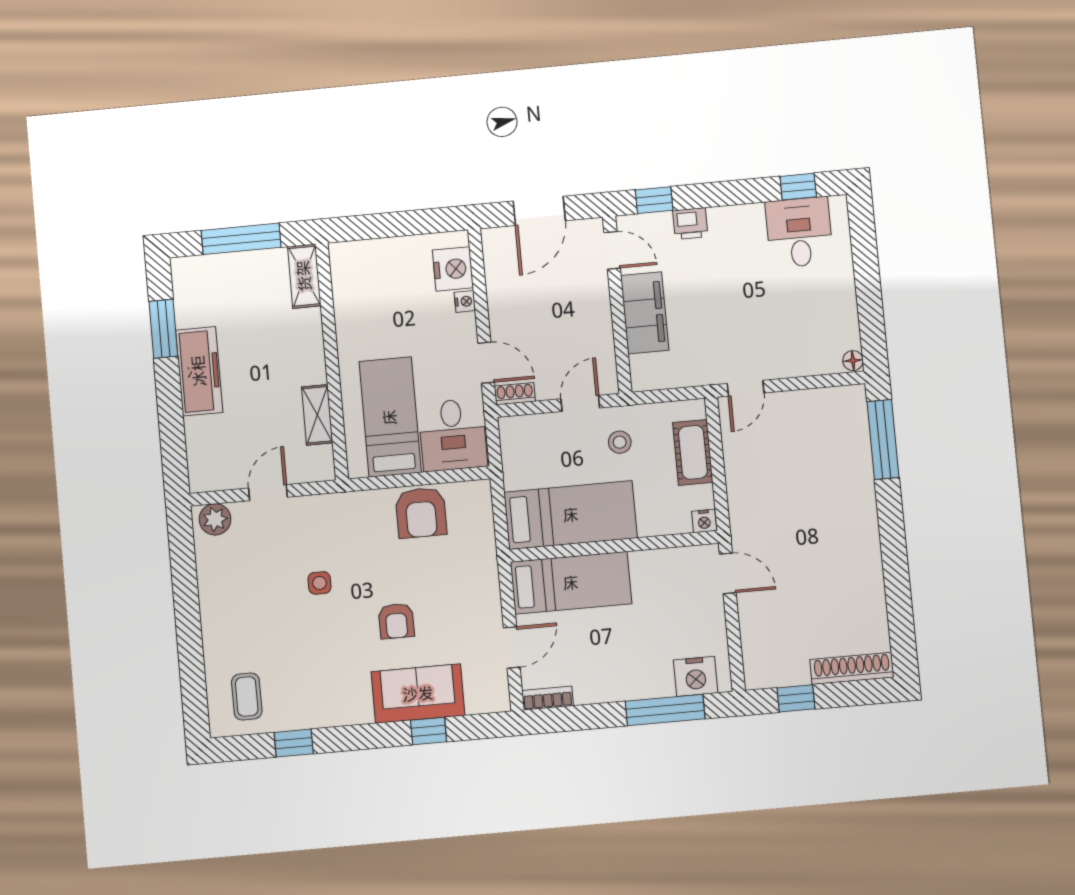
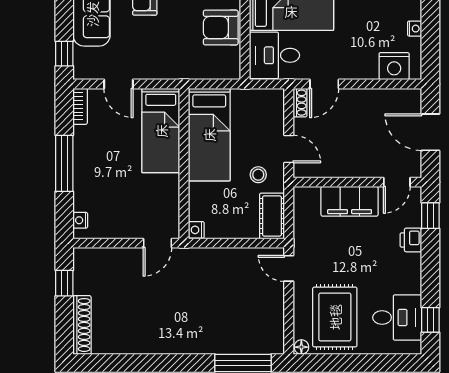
nightstand: (465, 301) -> (415, 29), moved, turned -90
rug: (807, 318) -> (335, 317), added
cot: (693, 452) -> (272, 216), moved, turned 90
nightstand: (696, 676) -> (80, 220), width x0.53, depth x0.56
window: (665, 710) -> (64, 163), moved
window: (429, 731) -> (64, 54), moved

